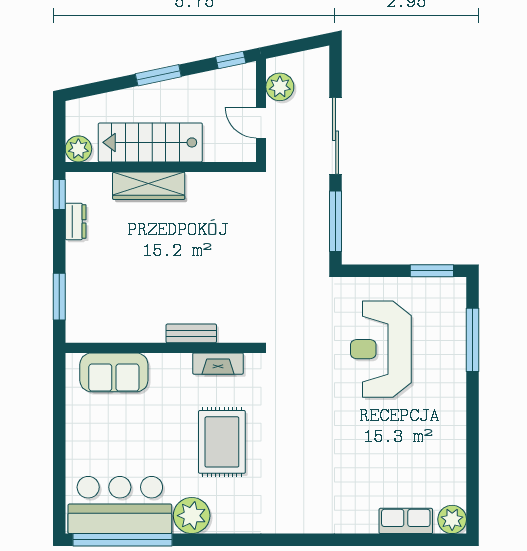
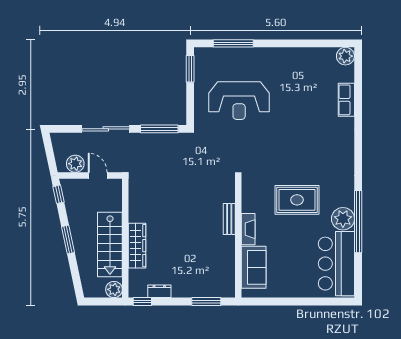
door: (261, 123) -> (98, 175), swing flipped
fireplace: (218, 364) -> (248, 229), moved
row of seats: (406, 521) -> (346, 100), moved
window: (122, 540) -> (358, 222), moved

